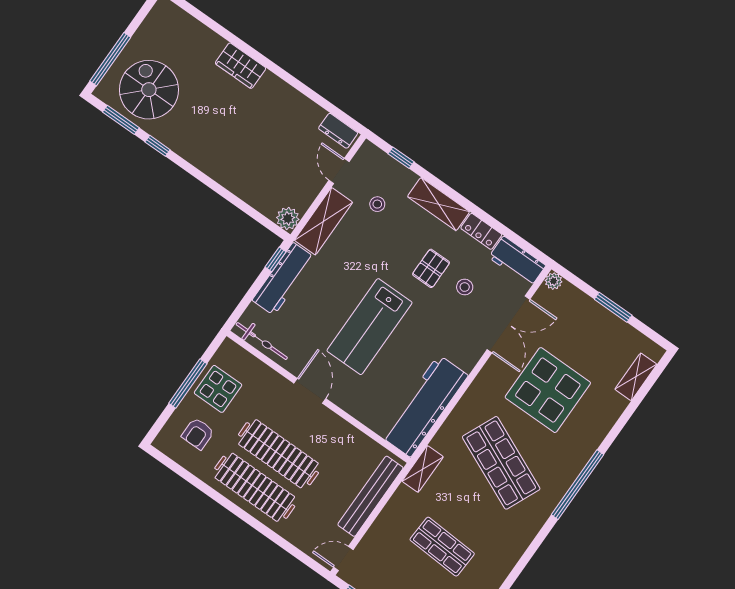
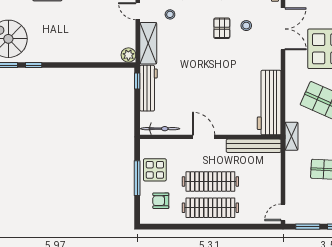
lab bench: (370, 327) -> (211, 81), removed
armchair: (198, 434) -> (161, 201), turned 90
bench: (370, 496) -> (254, 146), moved, turned 90

